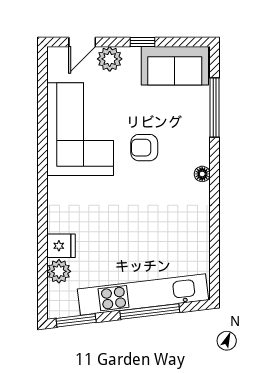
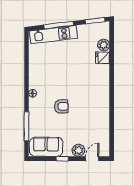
corner sofa: (80, 129) -> (93, 116), removed
kitchen unit: (143, 295) -> (53, 35), width x0.73

